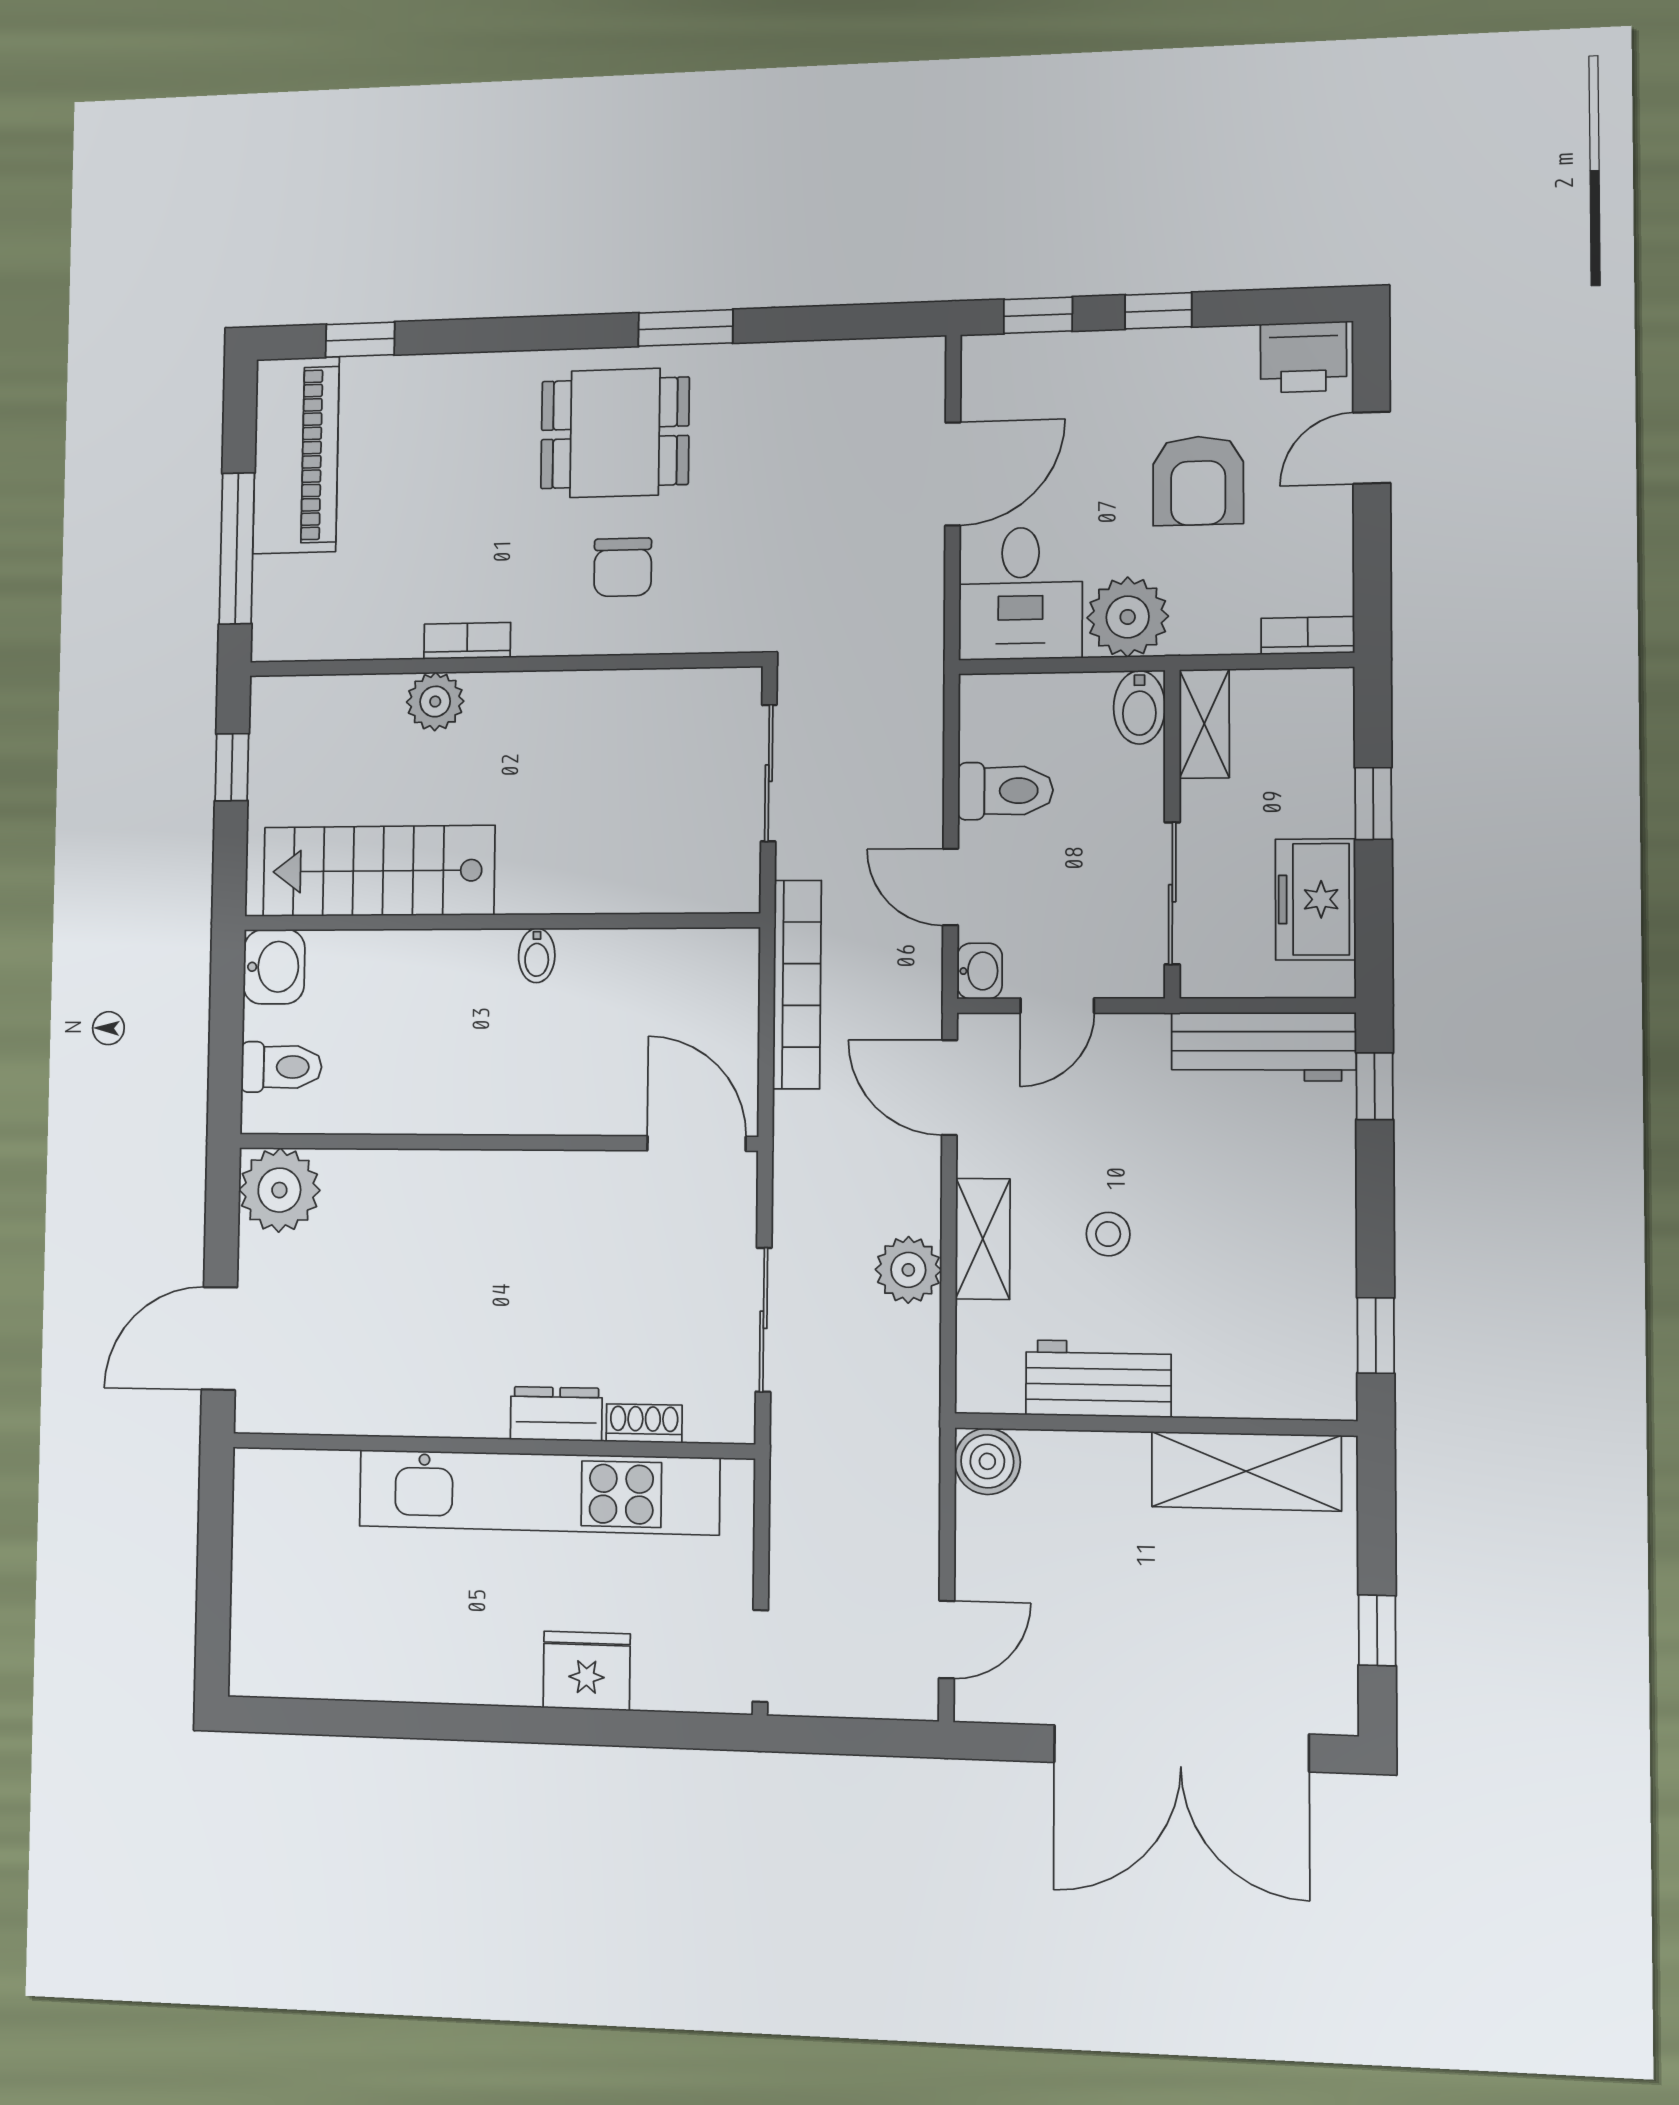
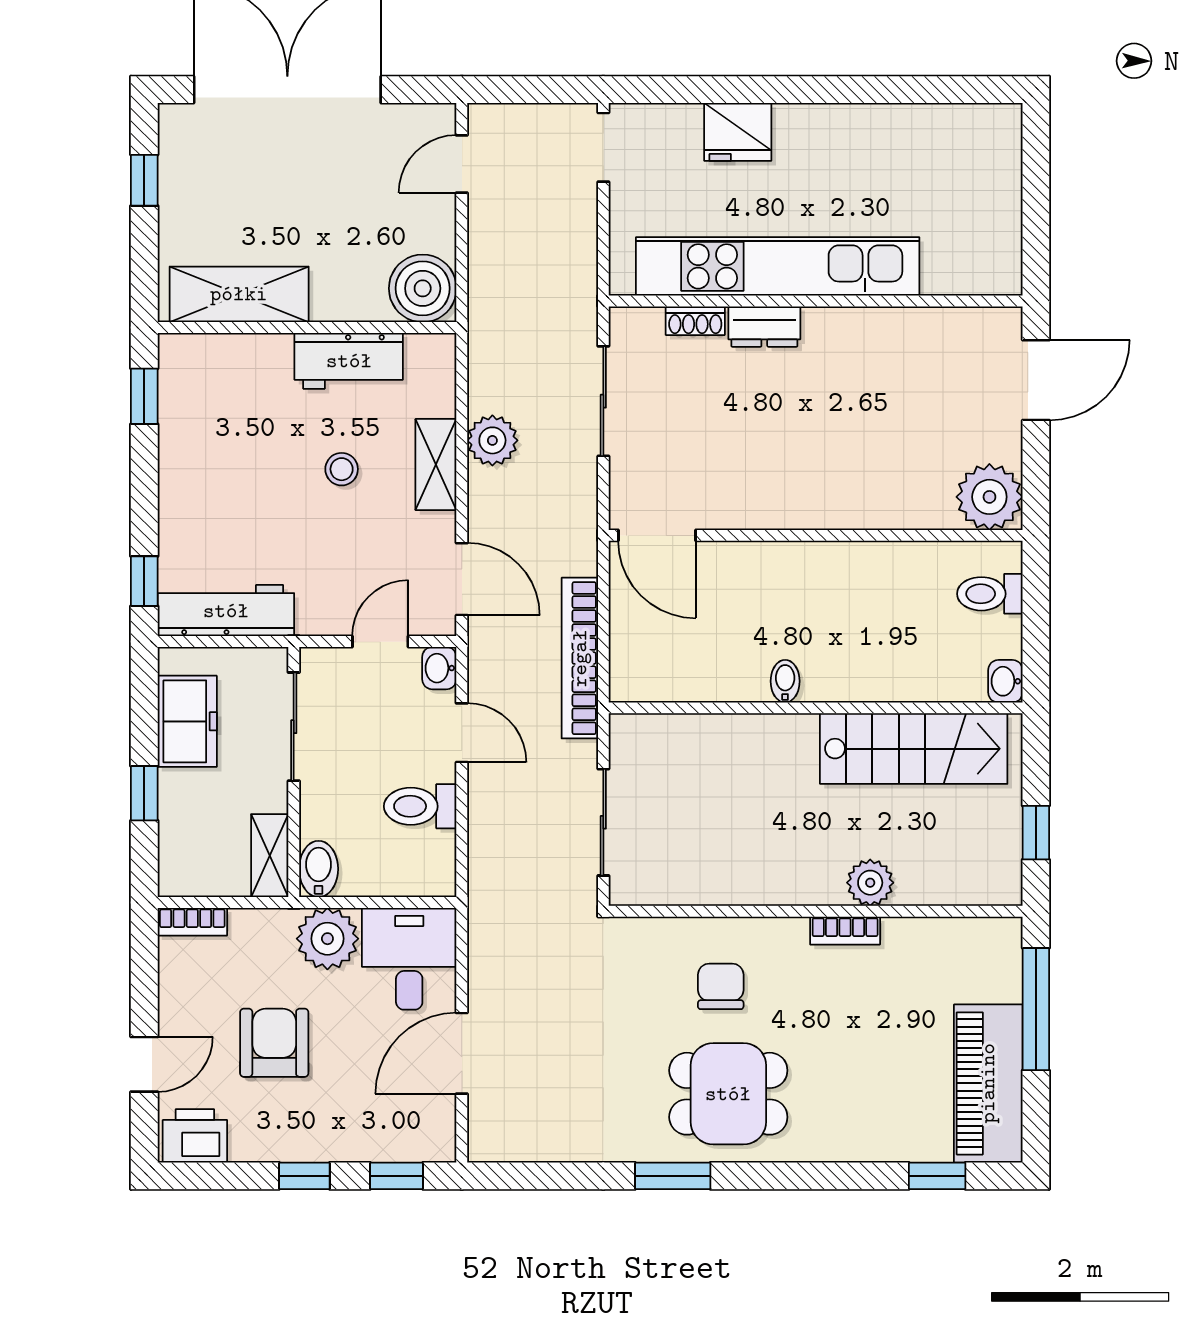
washbasin: (274, 967) -> (1005, 681), width x0.72, depth x0.69
boiler: (987, 1461) -> (423, 288), width x1.37, depth x1.37

